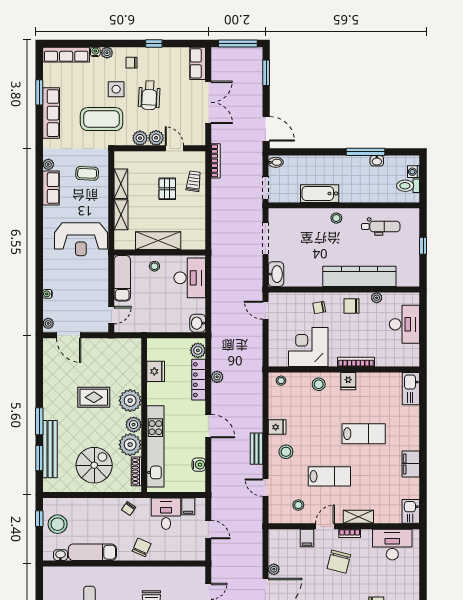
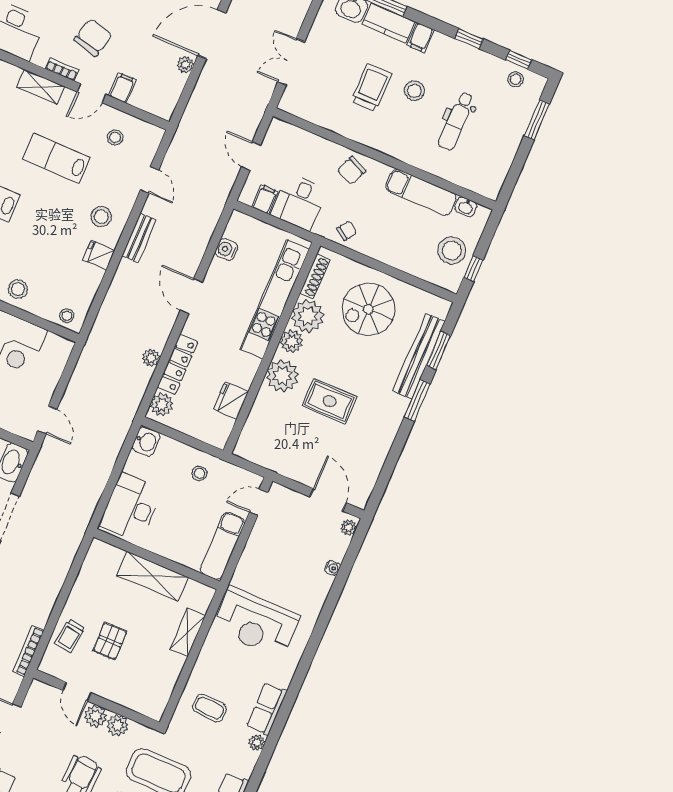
shelving: (121, 184) -> (170, 675), removed
reception desk: (81, 239) -> (256, 623), turned 180
stool: (154, 266) -> (199, 473), moved

